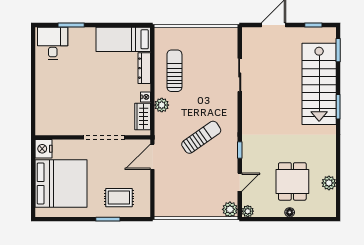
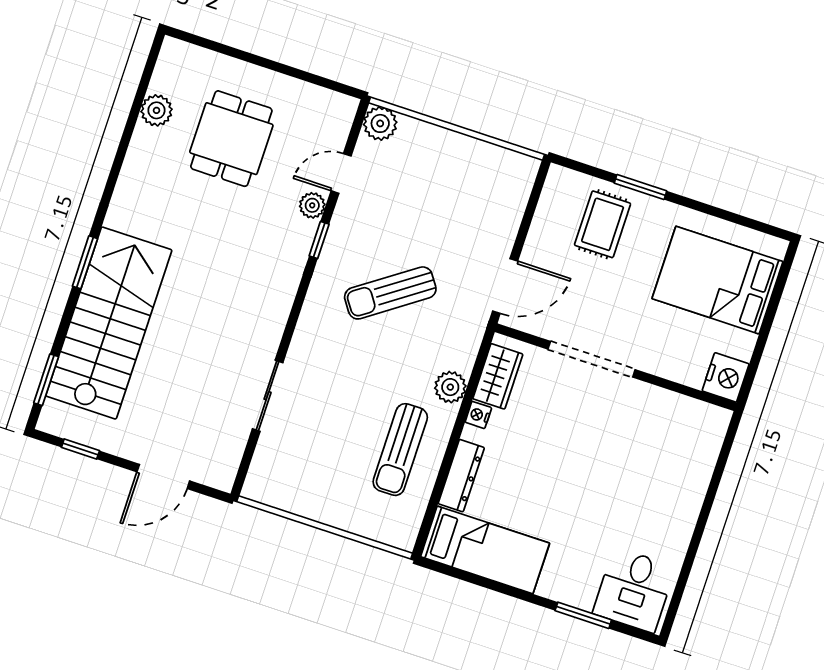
bed: (61, 184) -> (717, 280), width x0.73
rug: (119, 198) -> (603, 224), turned 90
plant: (248, 211) -> (312, 205), moved
floor lamp: (290, 212) -> (258, 76), removed

